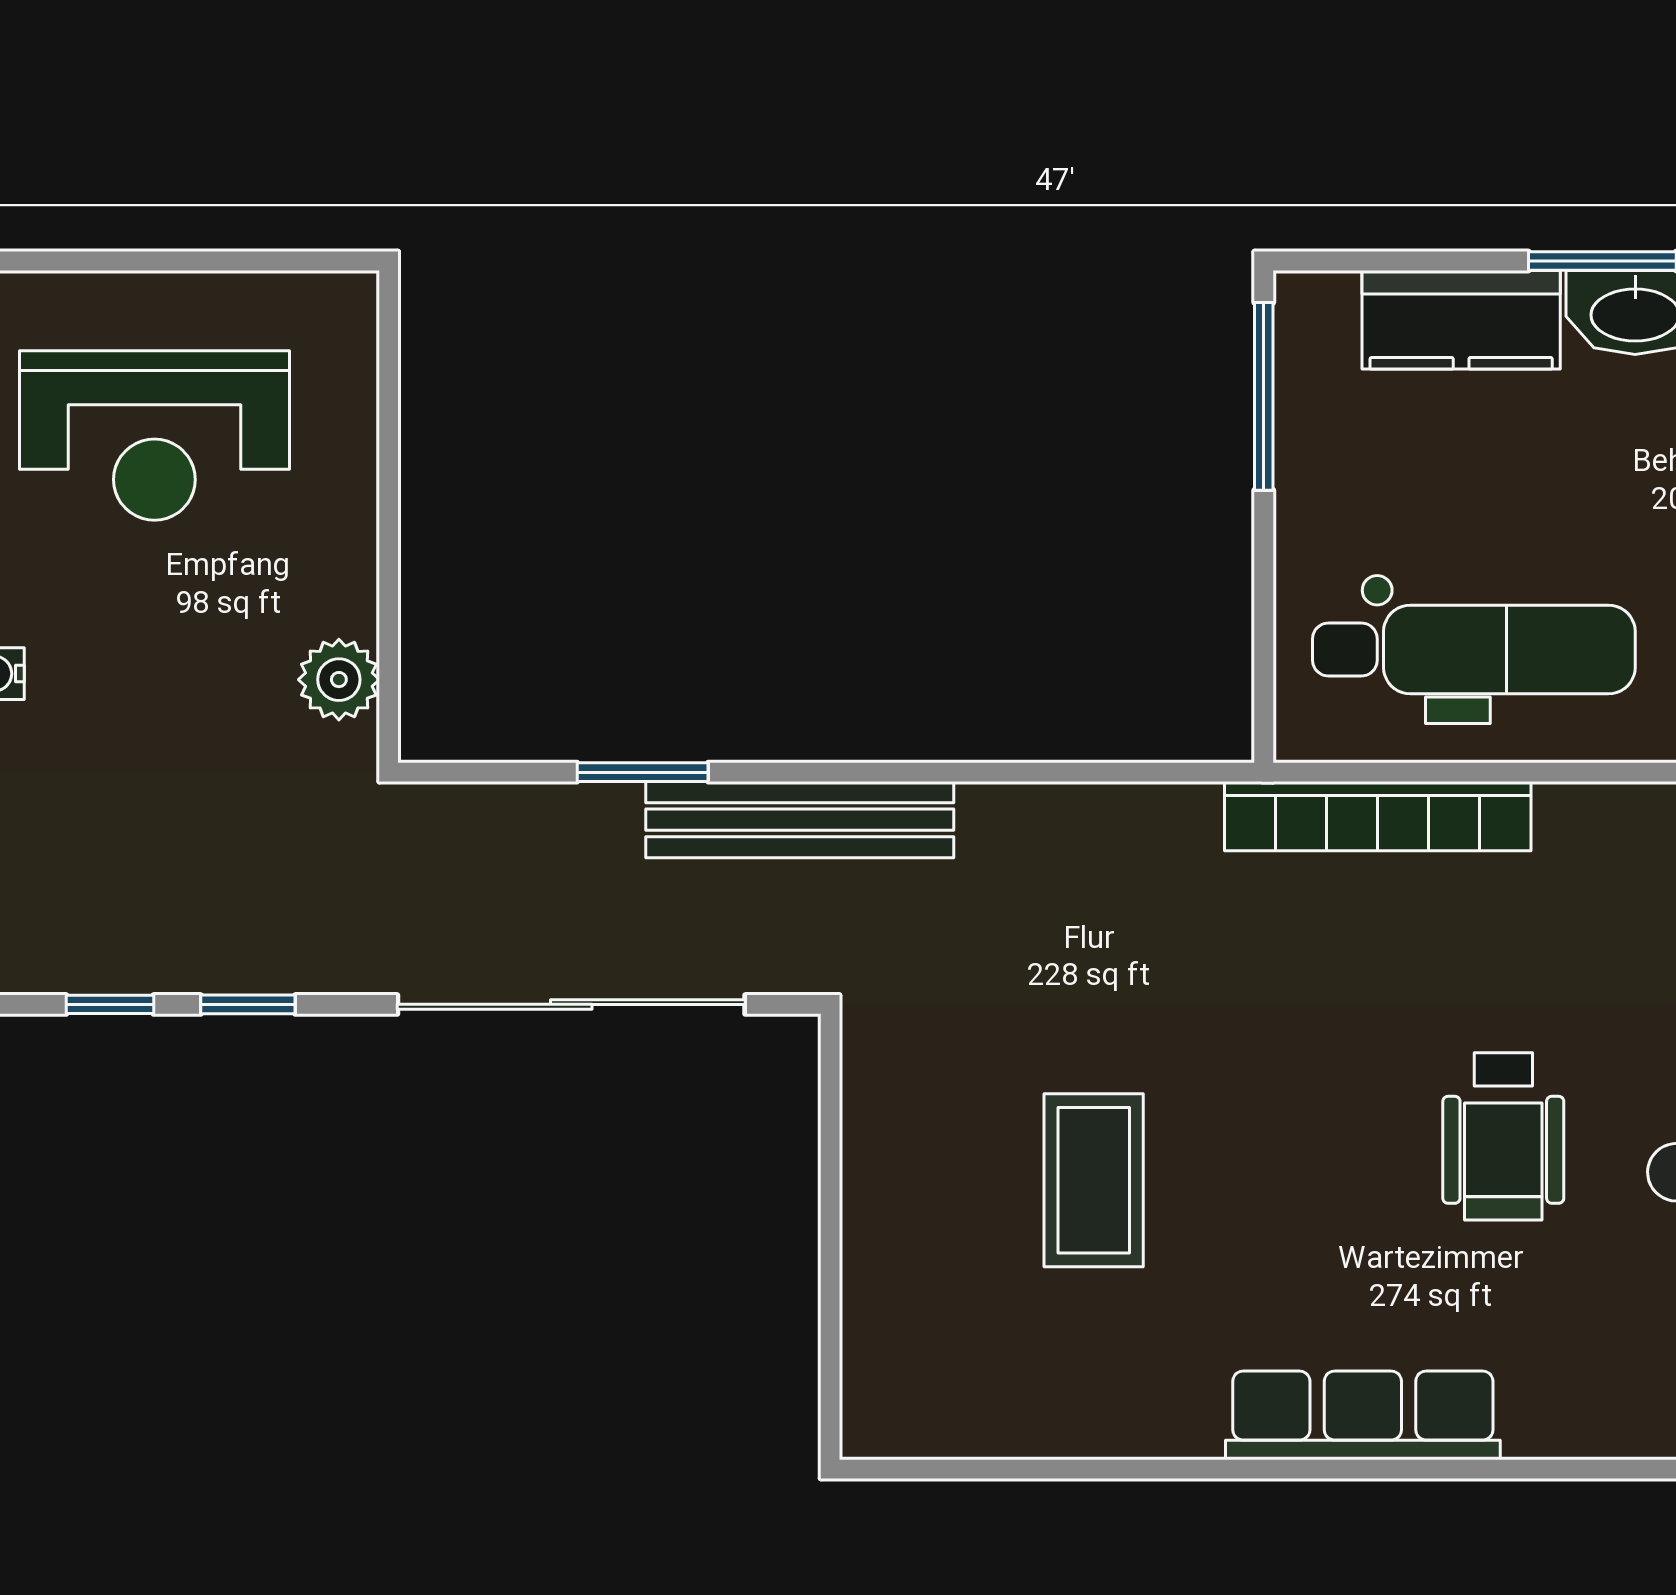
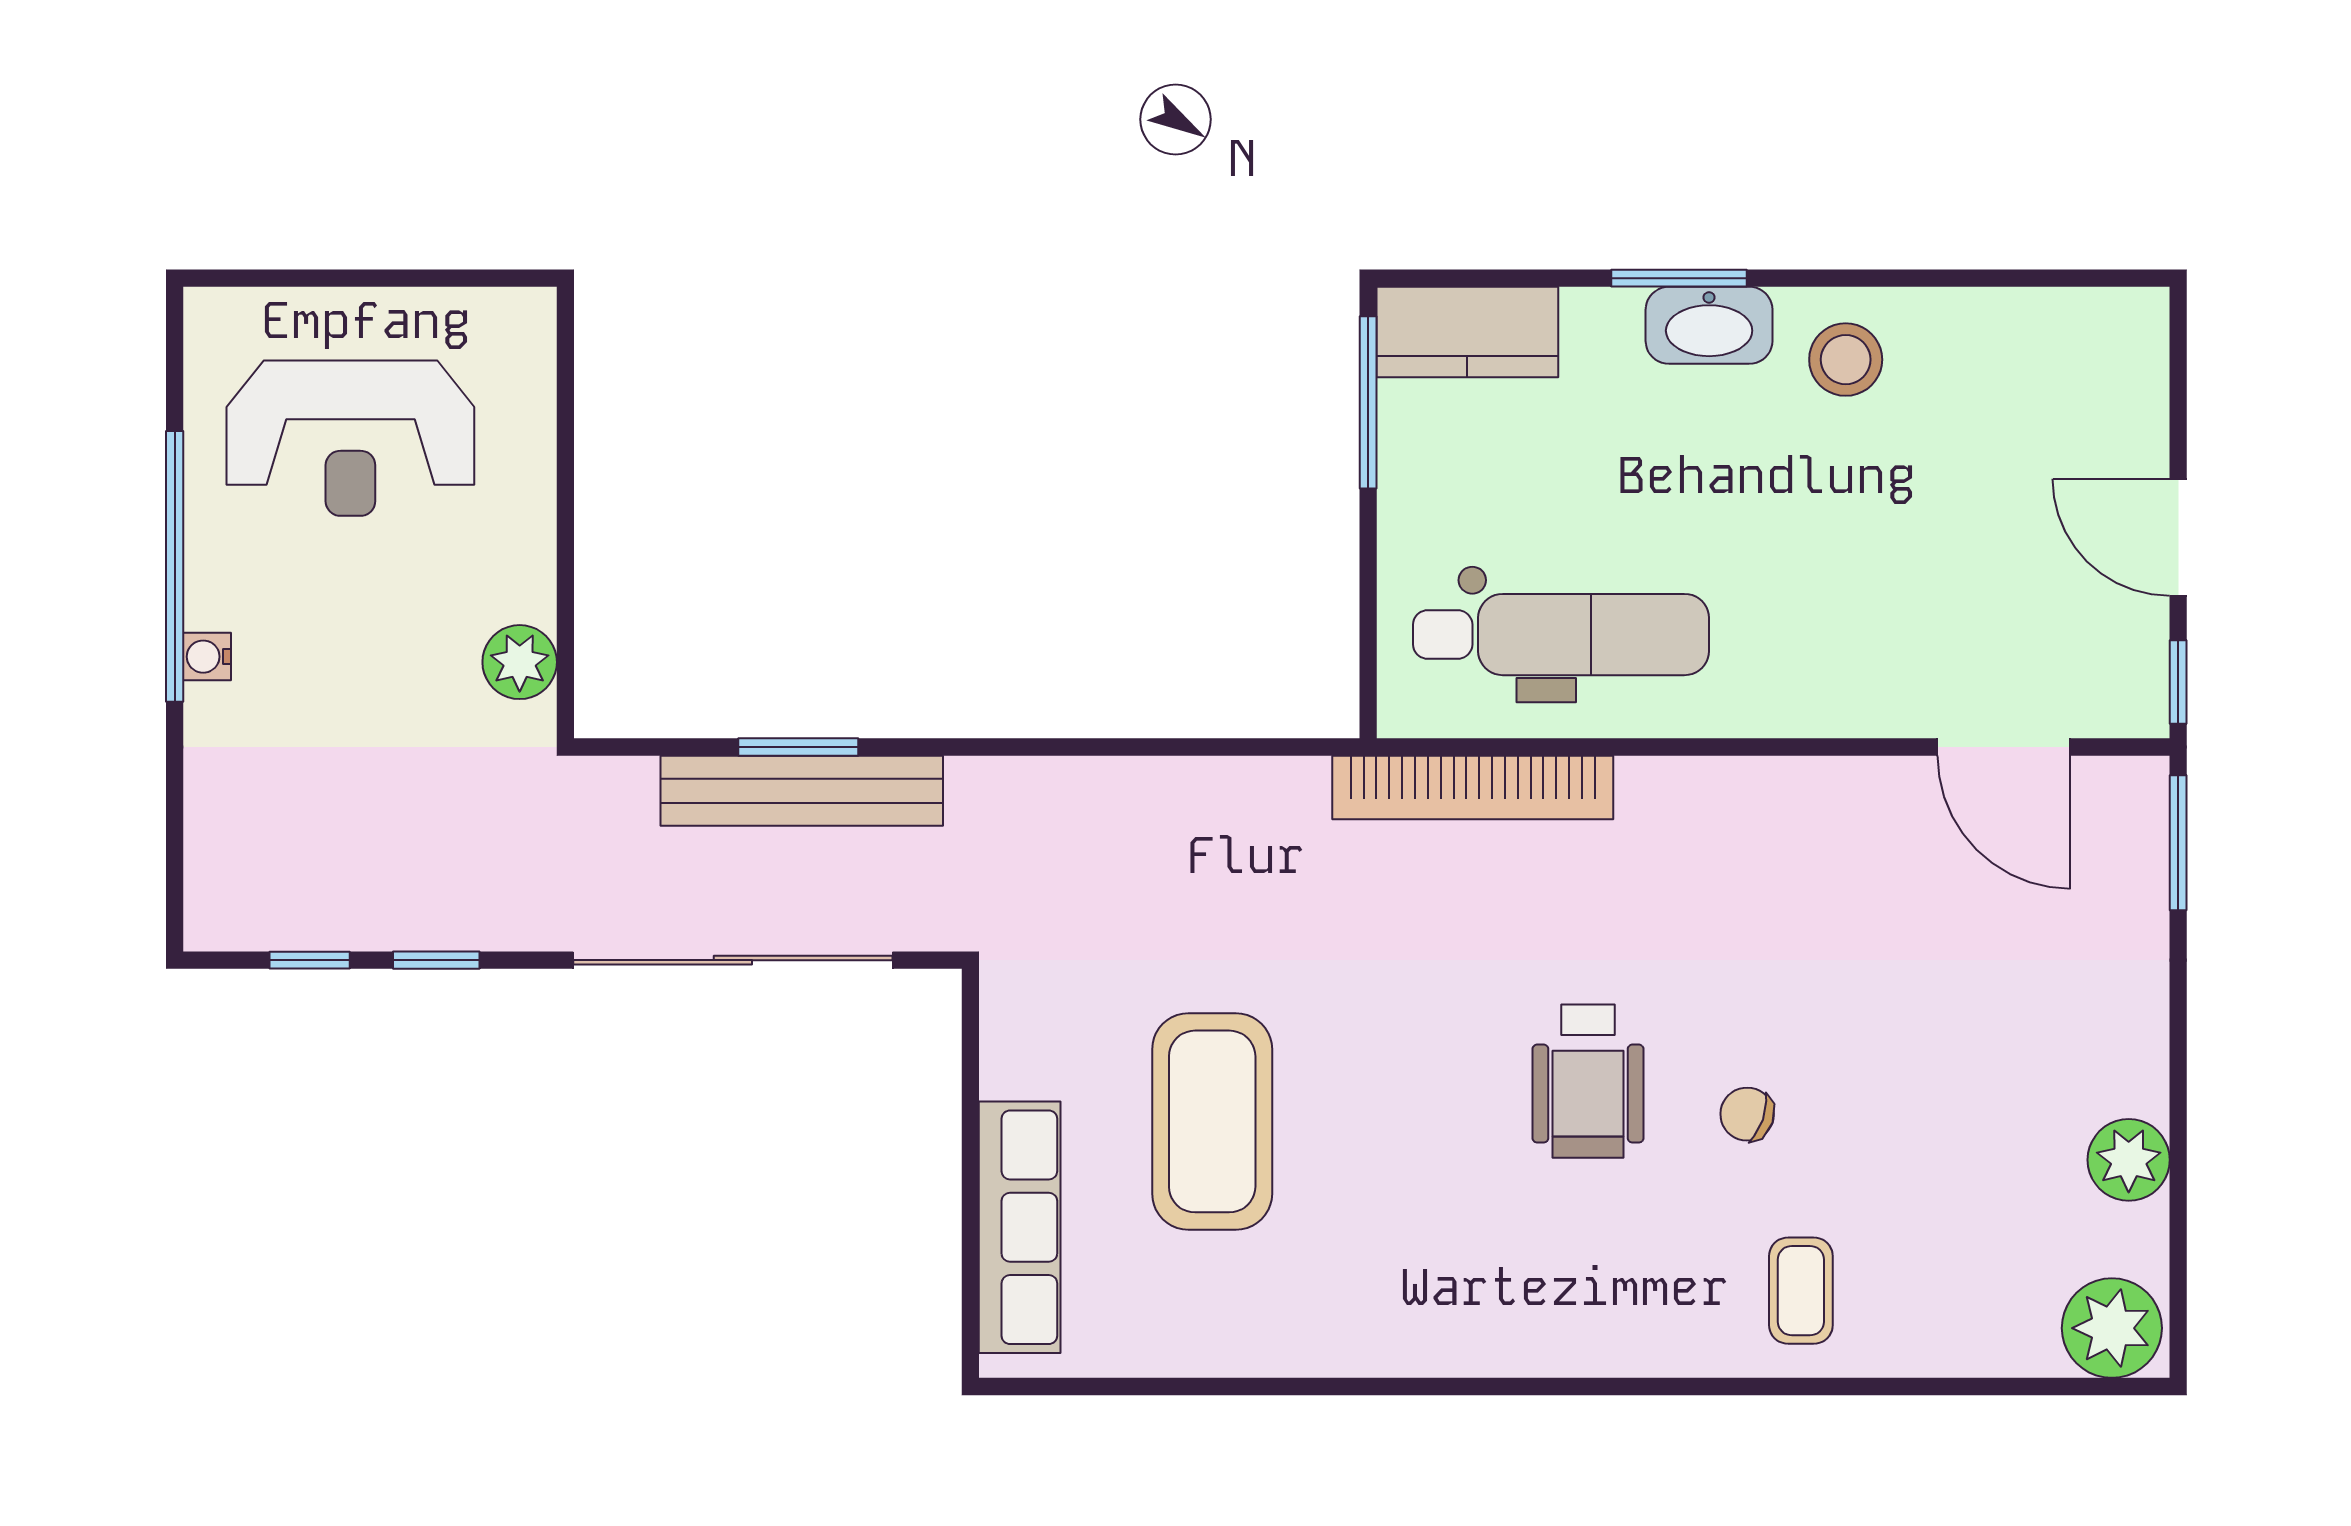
kitchen counter: (1461, 320) -> (1467, 332), moved
bench: (800, 820) -> (802, 791), moved
coffee table: (1094, 1180) -> (1212, 1121), width x1.36, depth x1.32
row of seats: (1363, 1415) -> (1020, 1227), moved, turned 90

